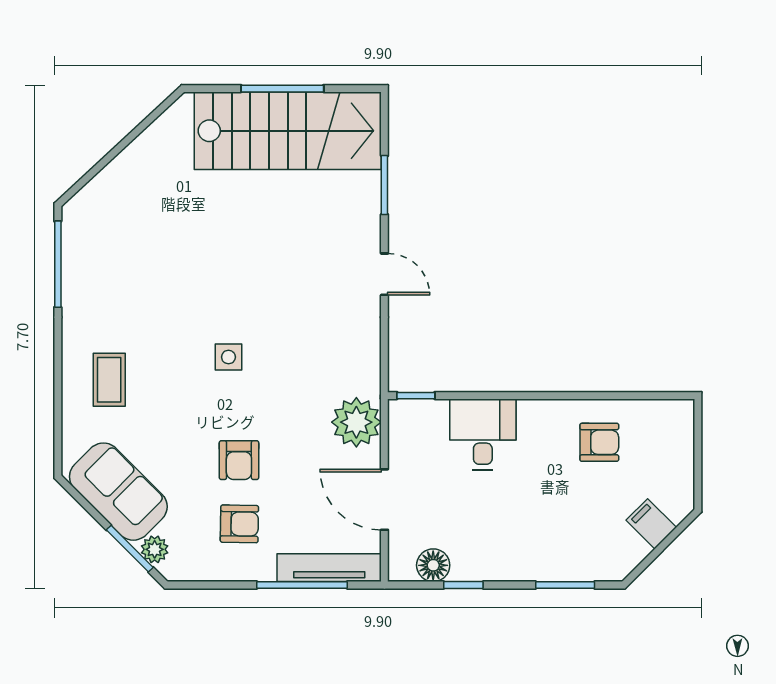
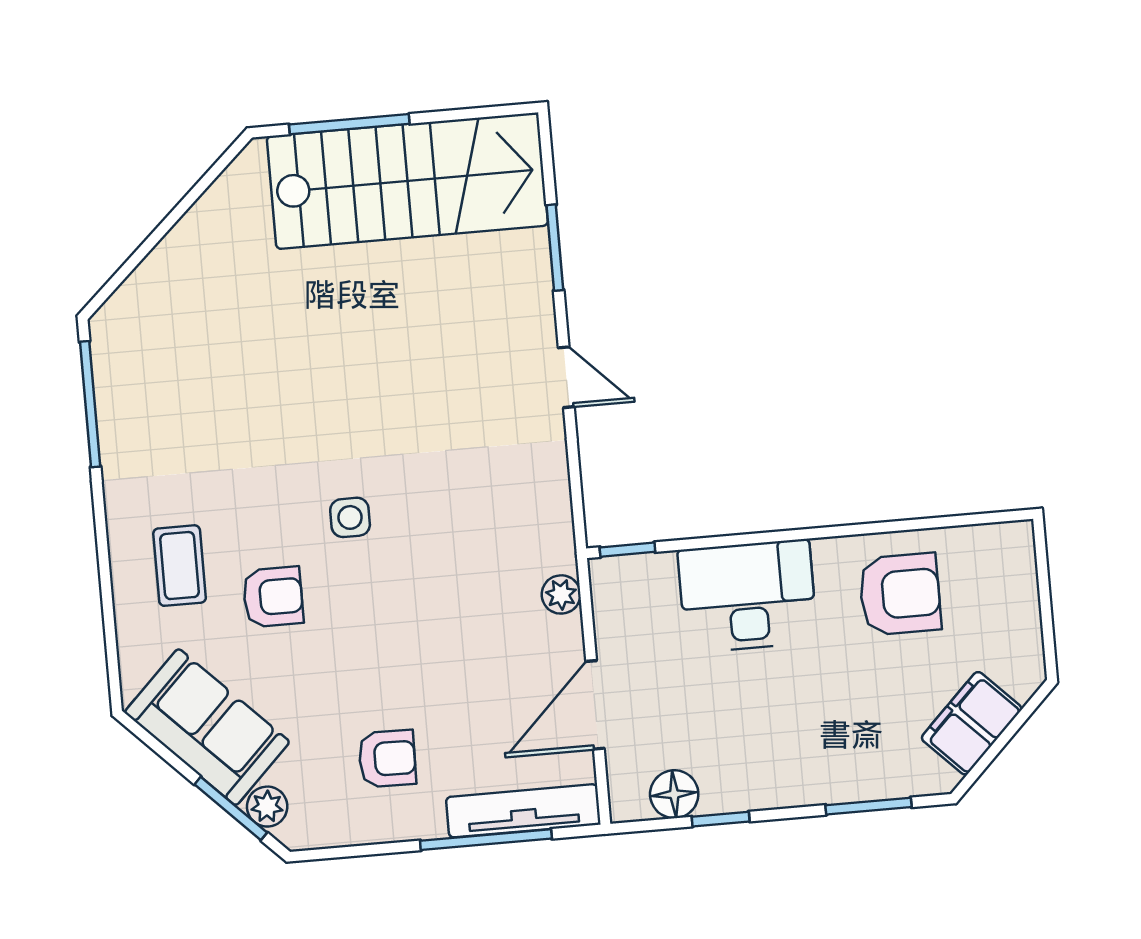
window: (282, 89) -> (349, 124), moved
plant: (356, 422) -> (561, 594), width x0.53, depth x0.53
desk: (483, 434) -> (748, 596), width x1.37
armchair: (599, 442) -> (900, 594), width x1.38, depth x1.38
armchair: (239, 460) -> (273, 597), moved, turned -90
door: (384, 500) -> (595, 705), hinge flipped
filing cabinet: (651, 524) -> (972, 723), width x2.00

